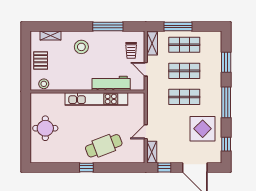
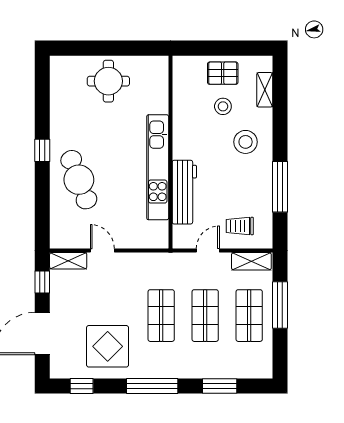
stool: (44, 84) -> (223, 106), moved

